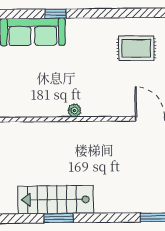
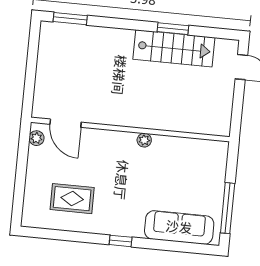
window: (56, 14) -> (121, 241), moved

